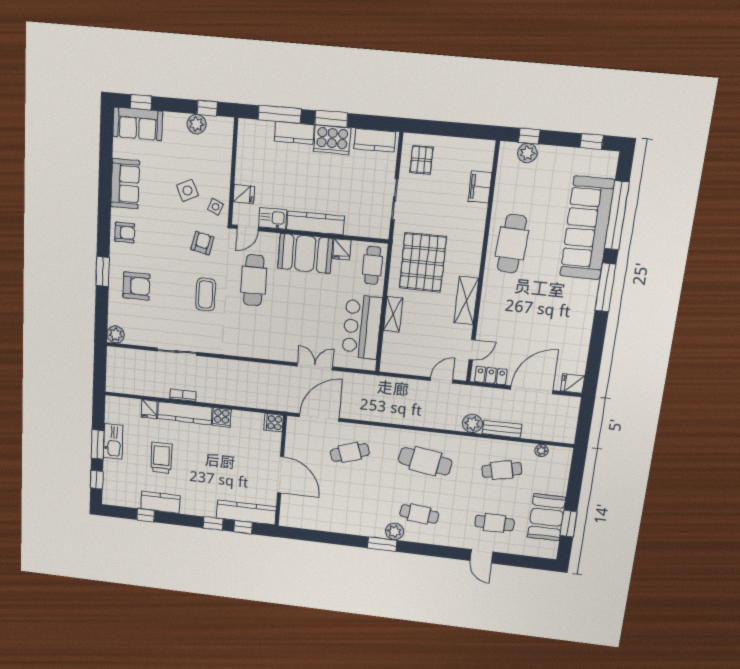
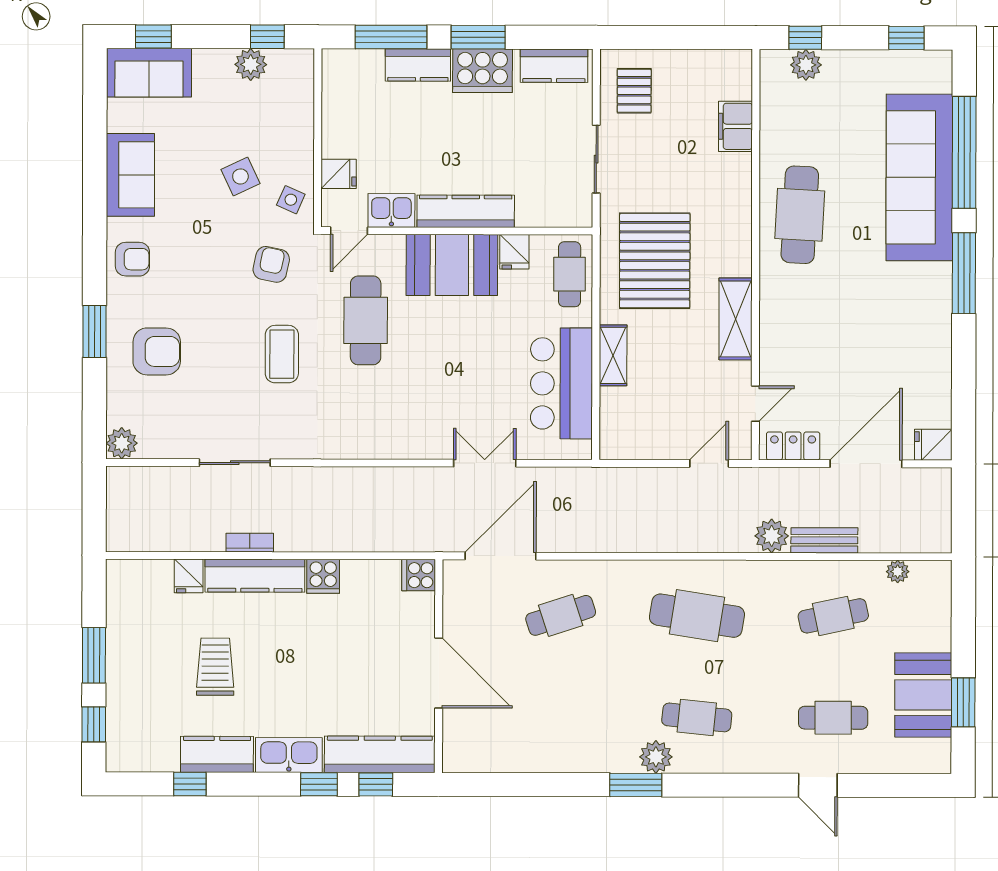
kitchen sink: (113, 441) -> (289, 755), moved, turned -90

